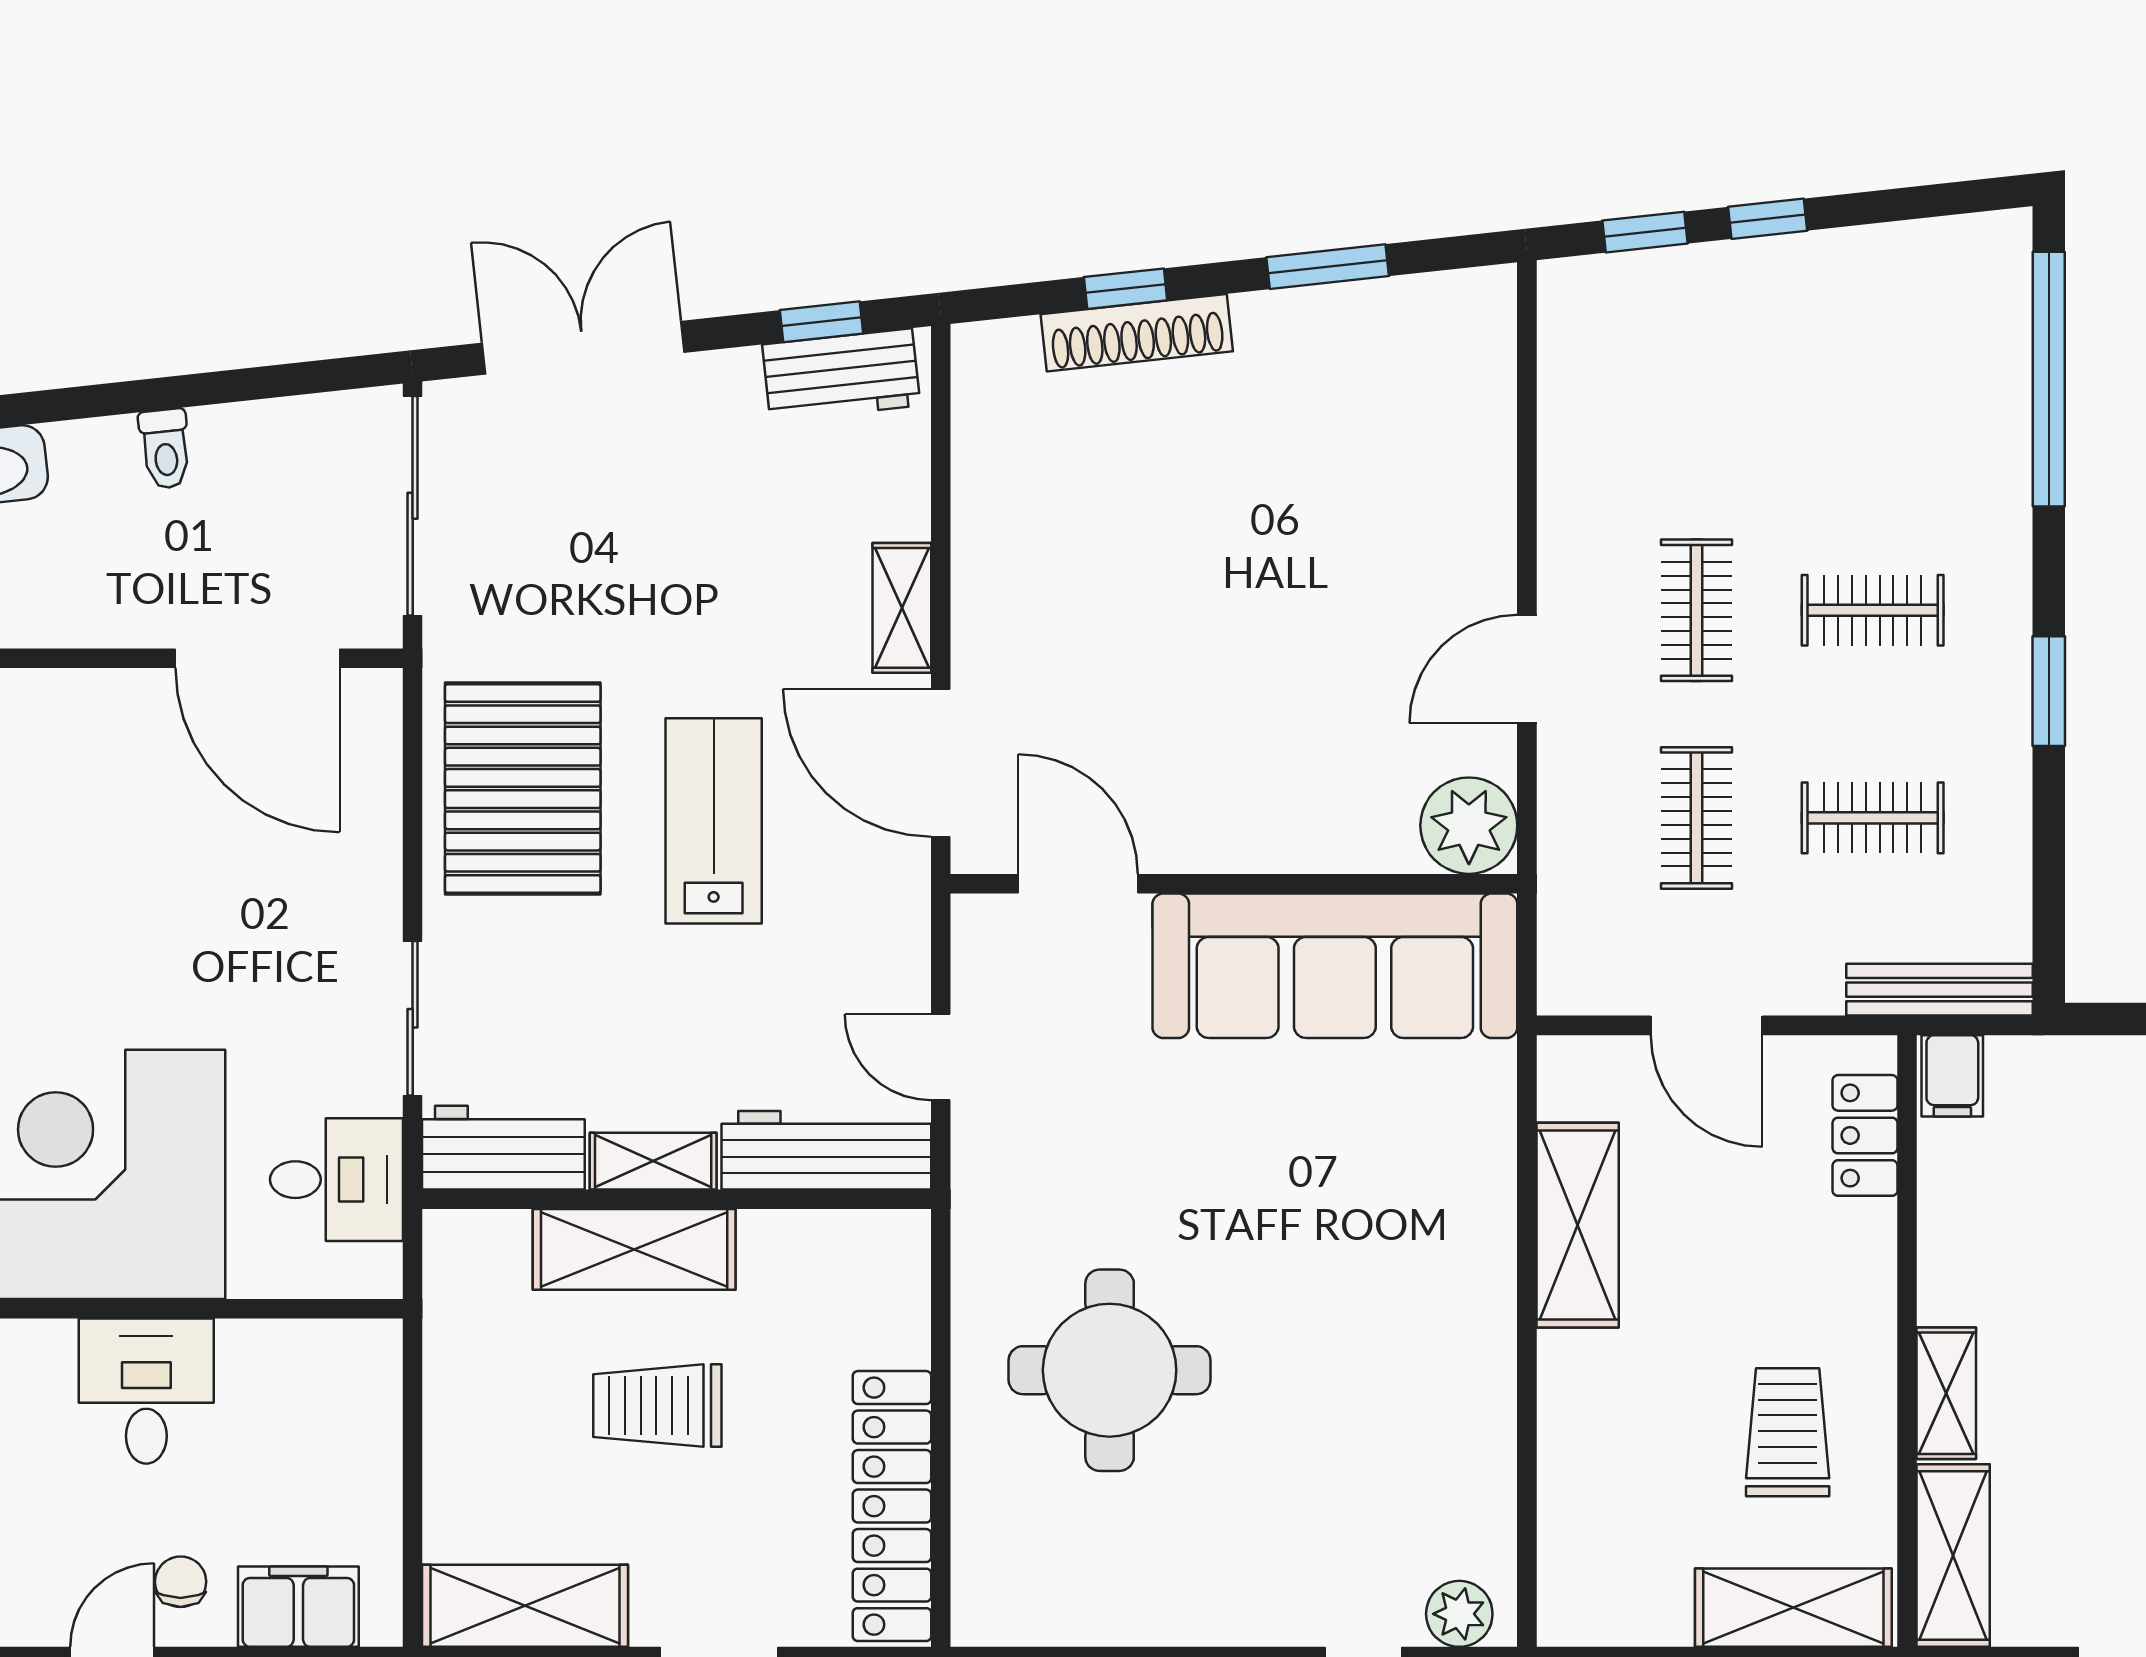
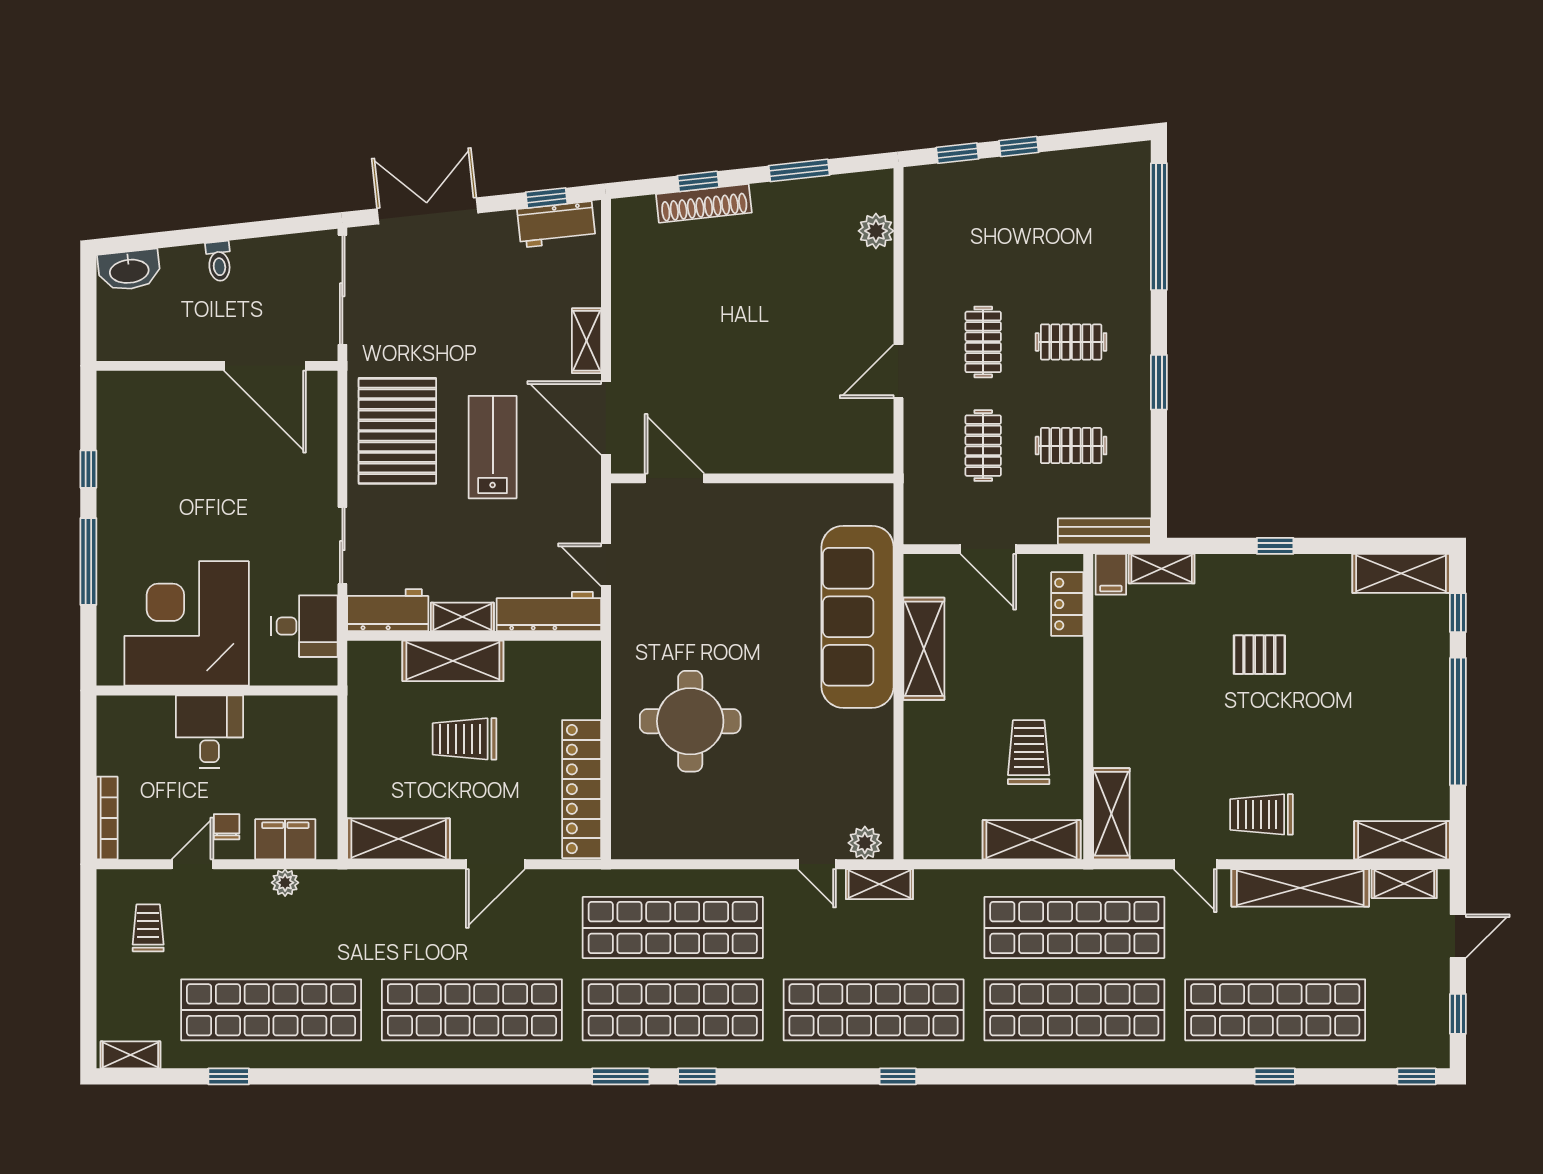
plant: (1469, 826) -> (876, 231), moved, width x0.73, depth x0.73
sofa: (1335, 966) -> (858, 617), moved, turned 90
shelving: (1946, 1393) -> (1162, 569), moved, turned 90

